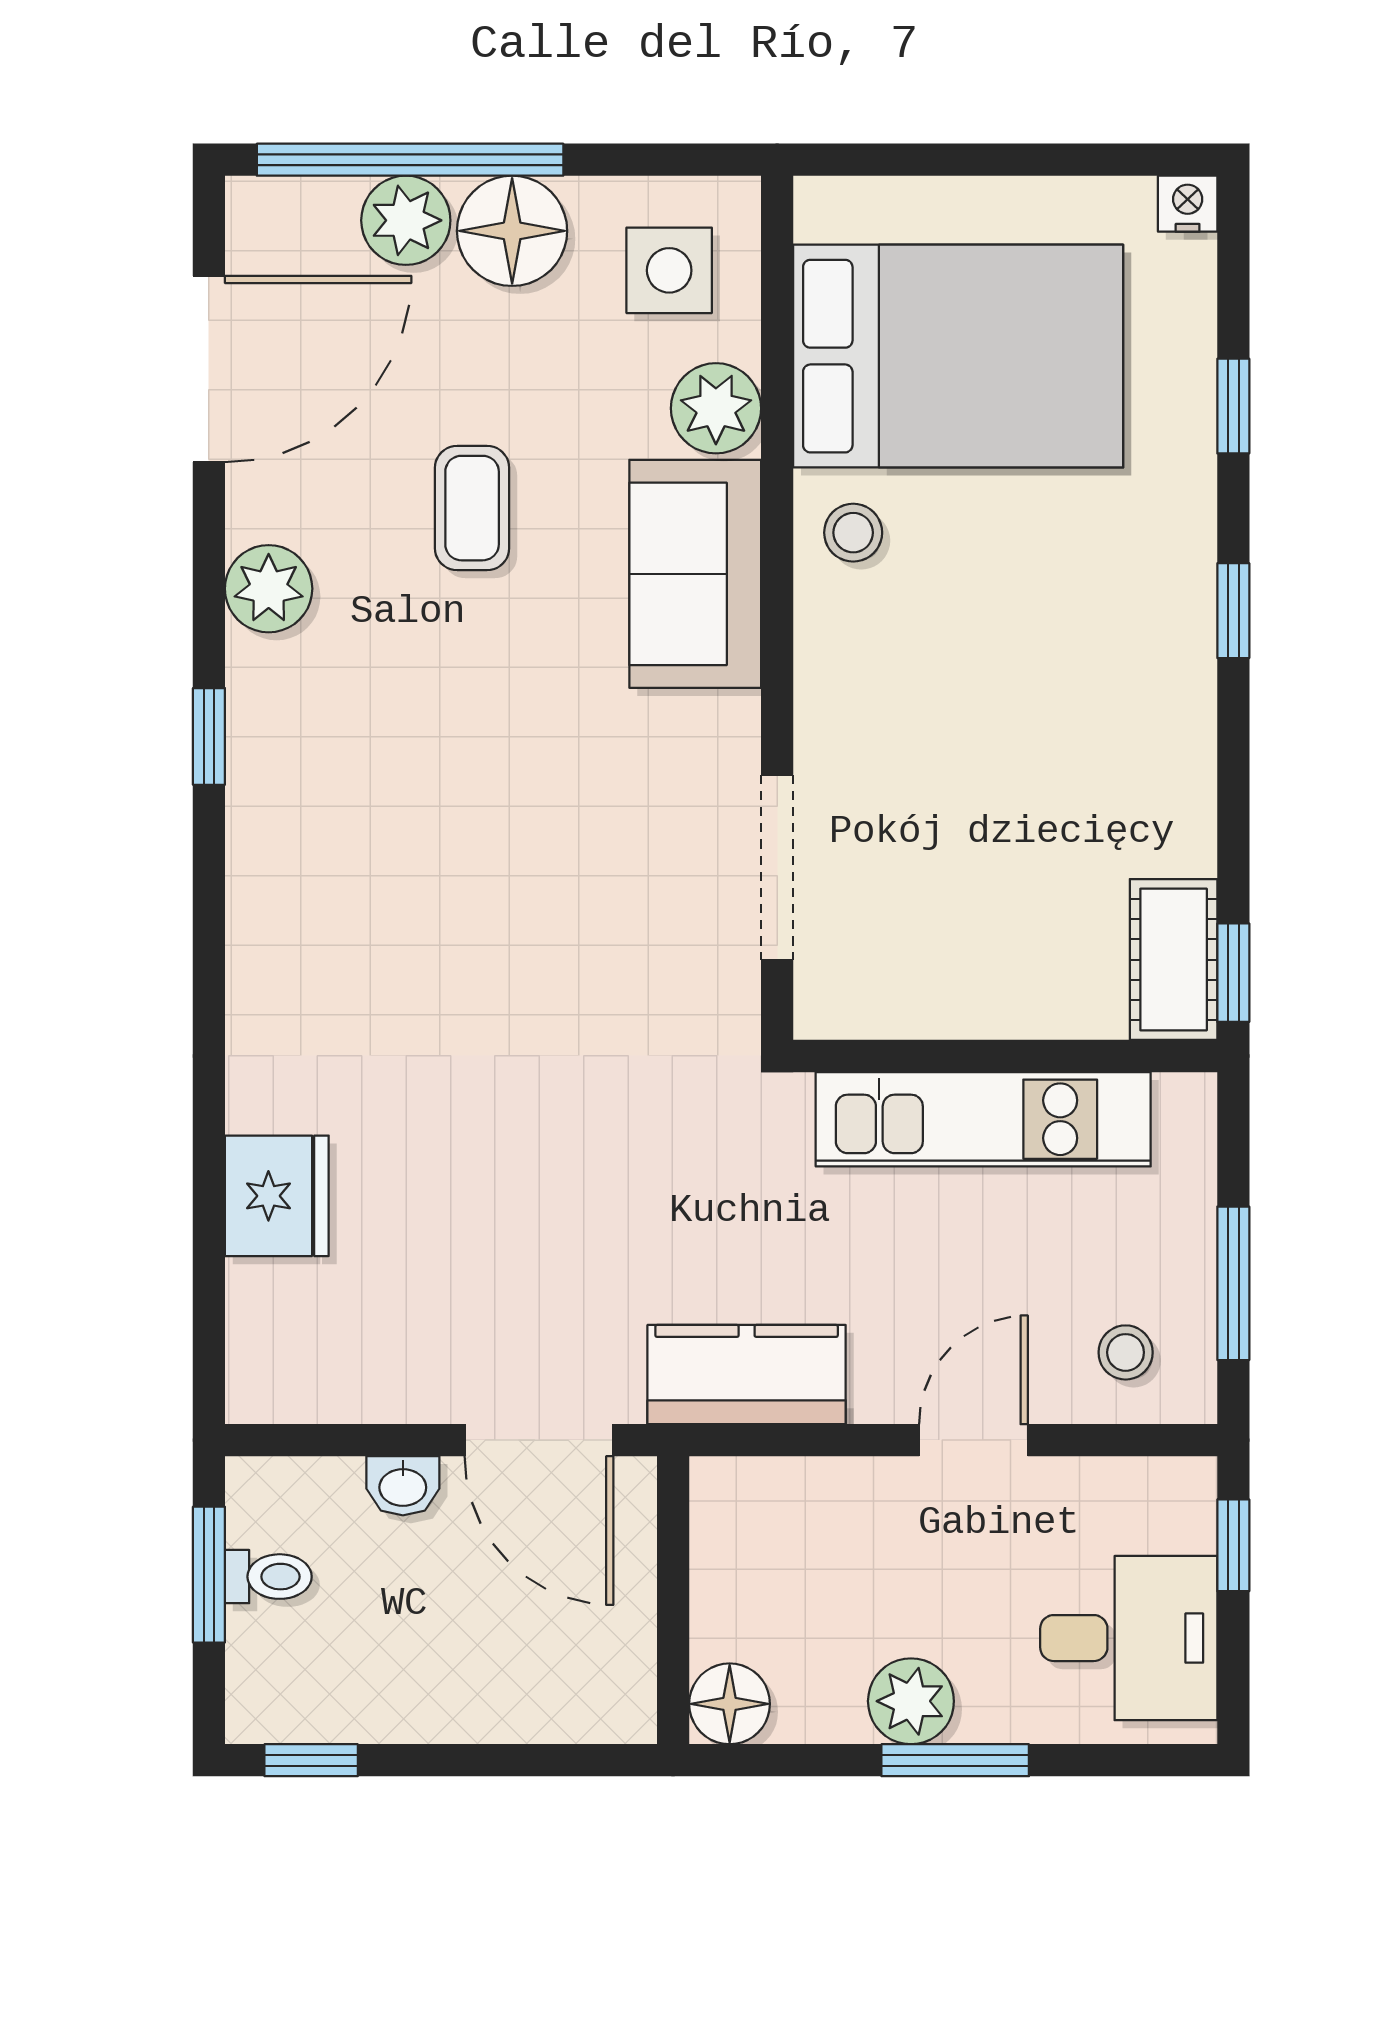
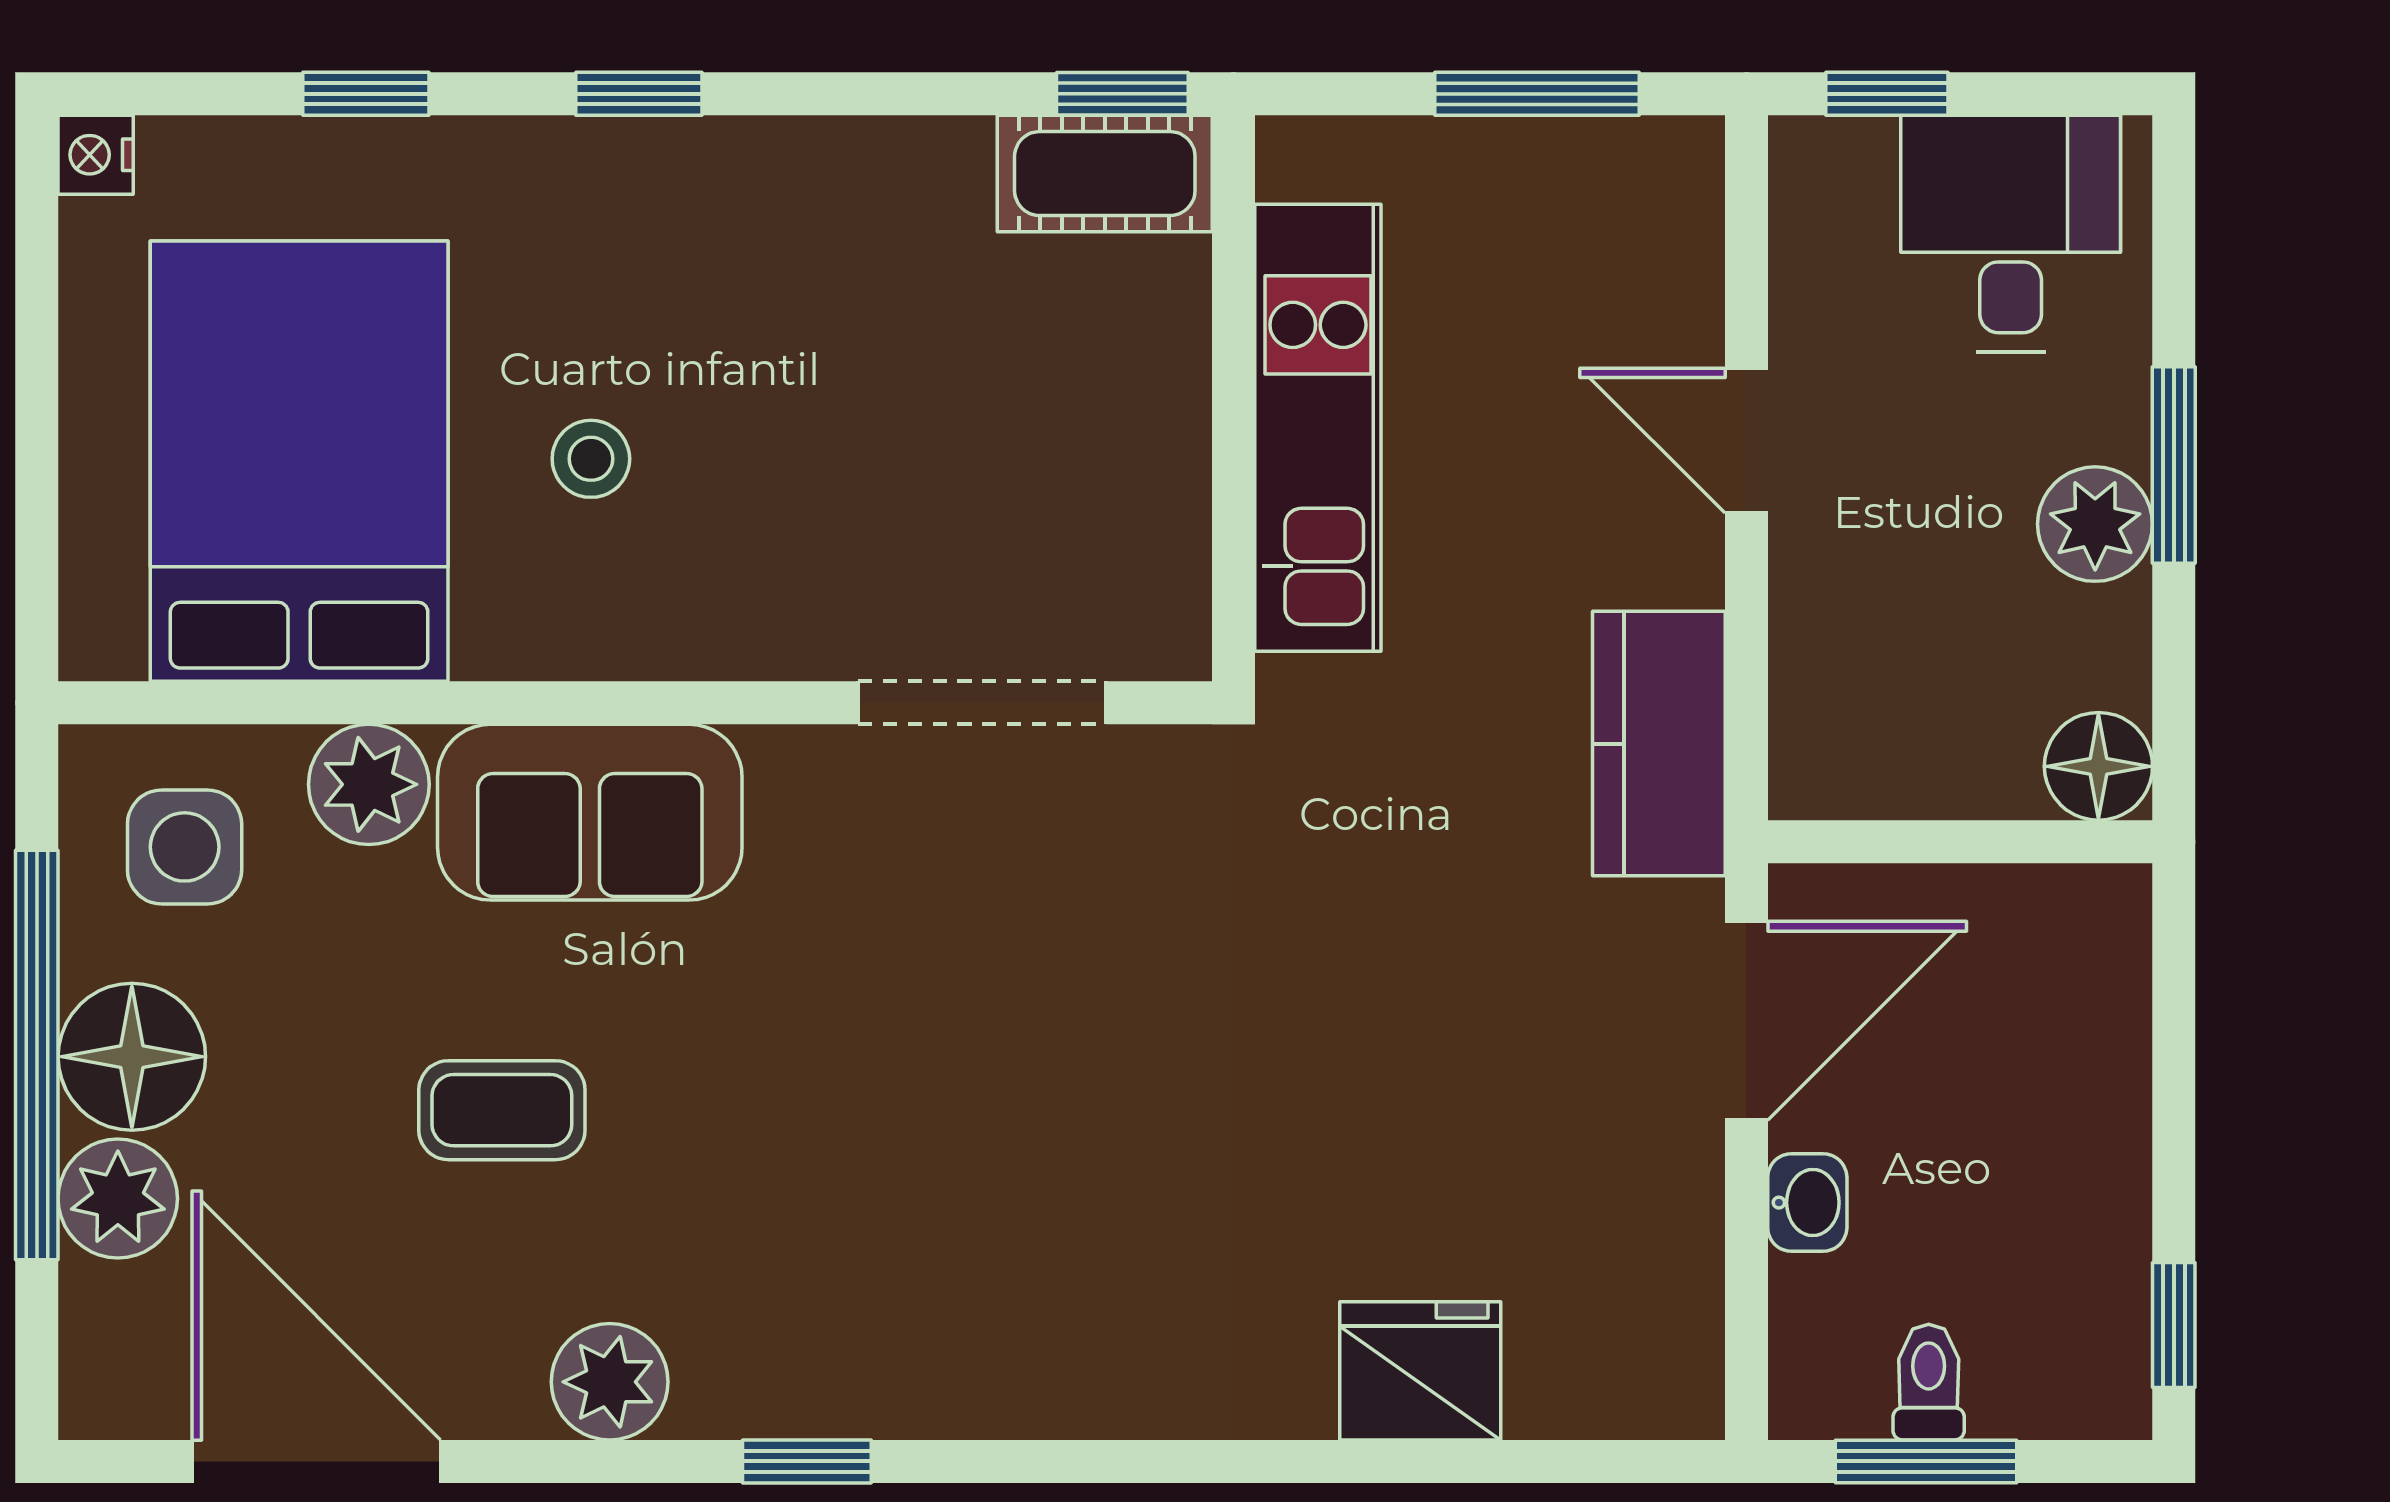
window: (410, 160) -> (37, 1055), moved
stool: (853, 533) -> (591, 459), moved
stool: (1126, 1352) -> (1629, 238), removed

